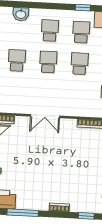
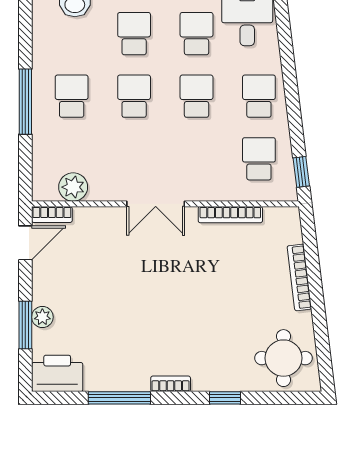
plant: (15, 106) -> (73, 187), added
double door: (45, 116) -> (156, 204), moved
window: (23, 213) -> (119, 398), moved

